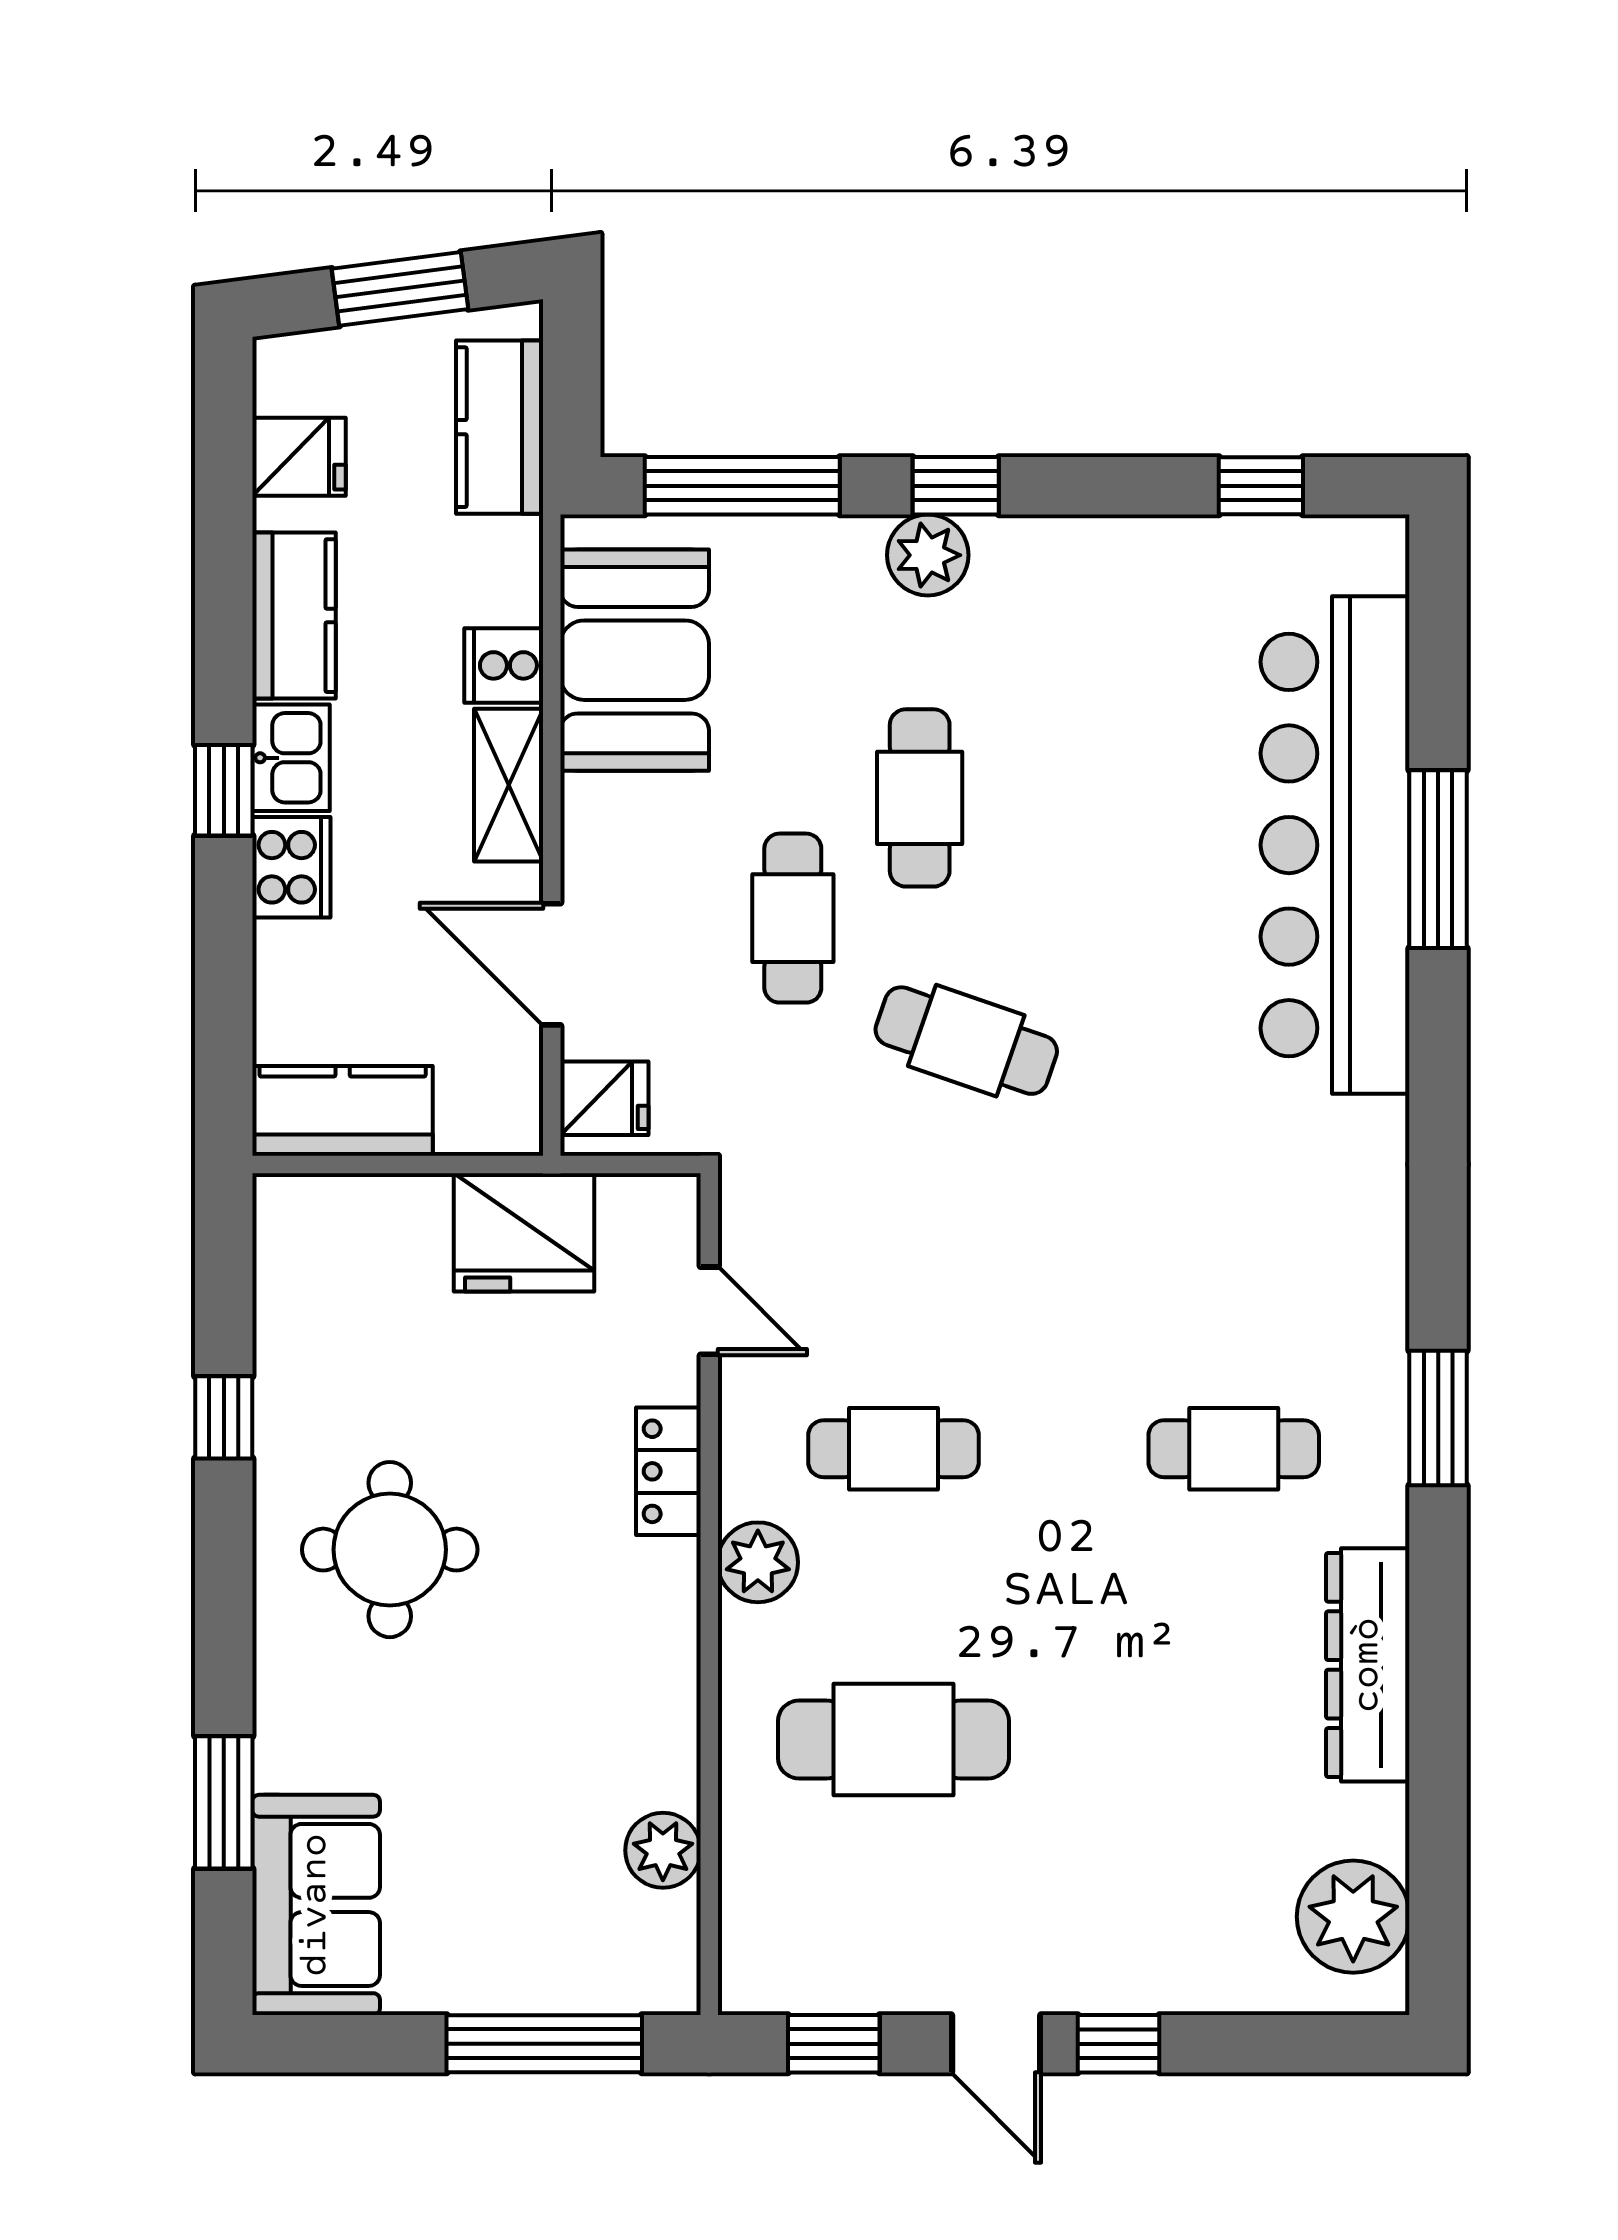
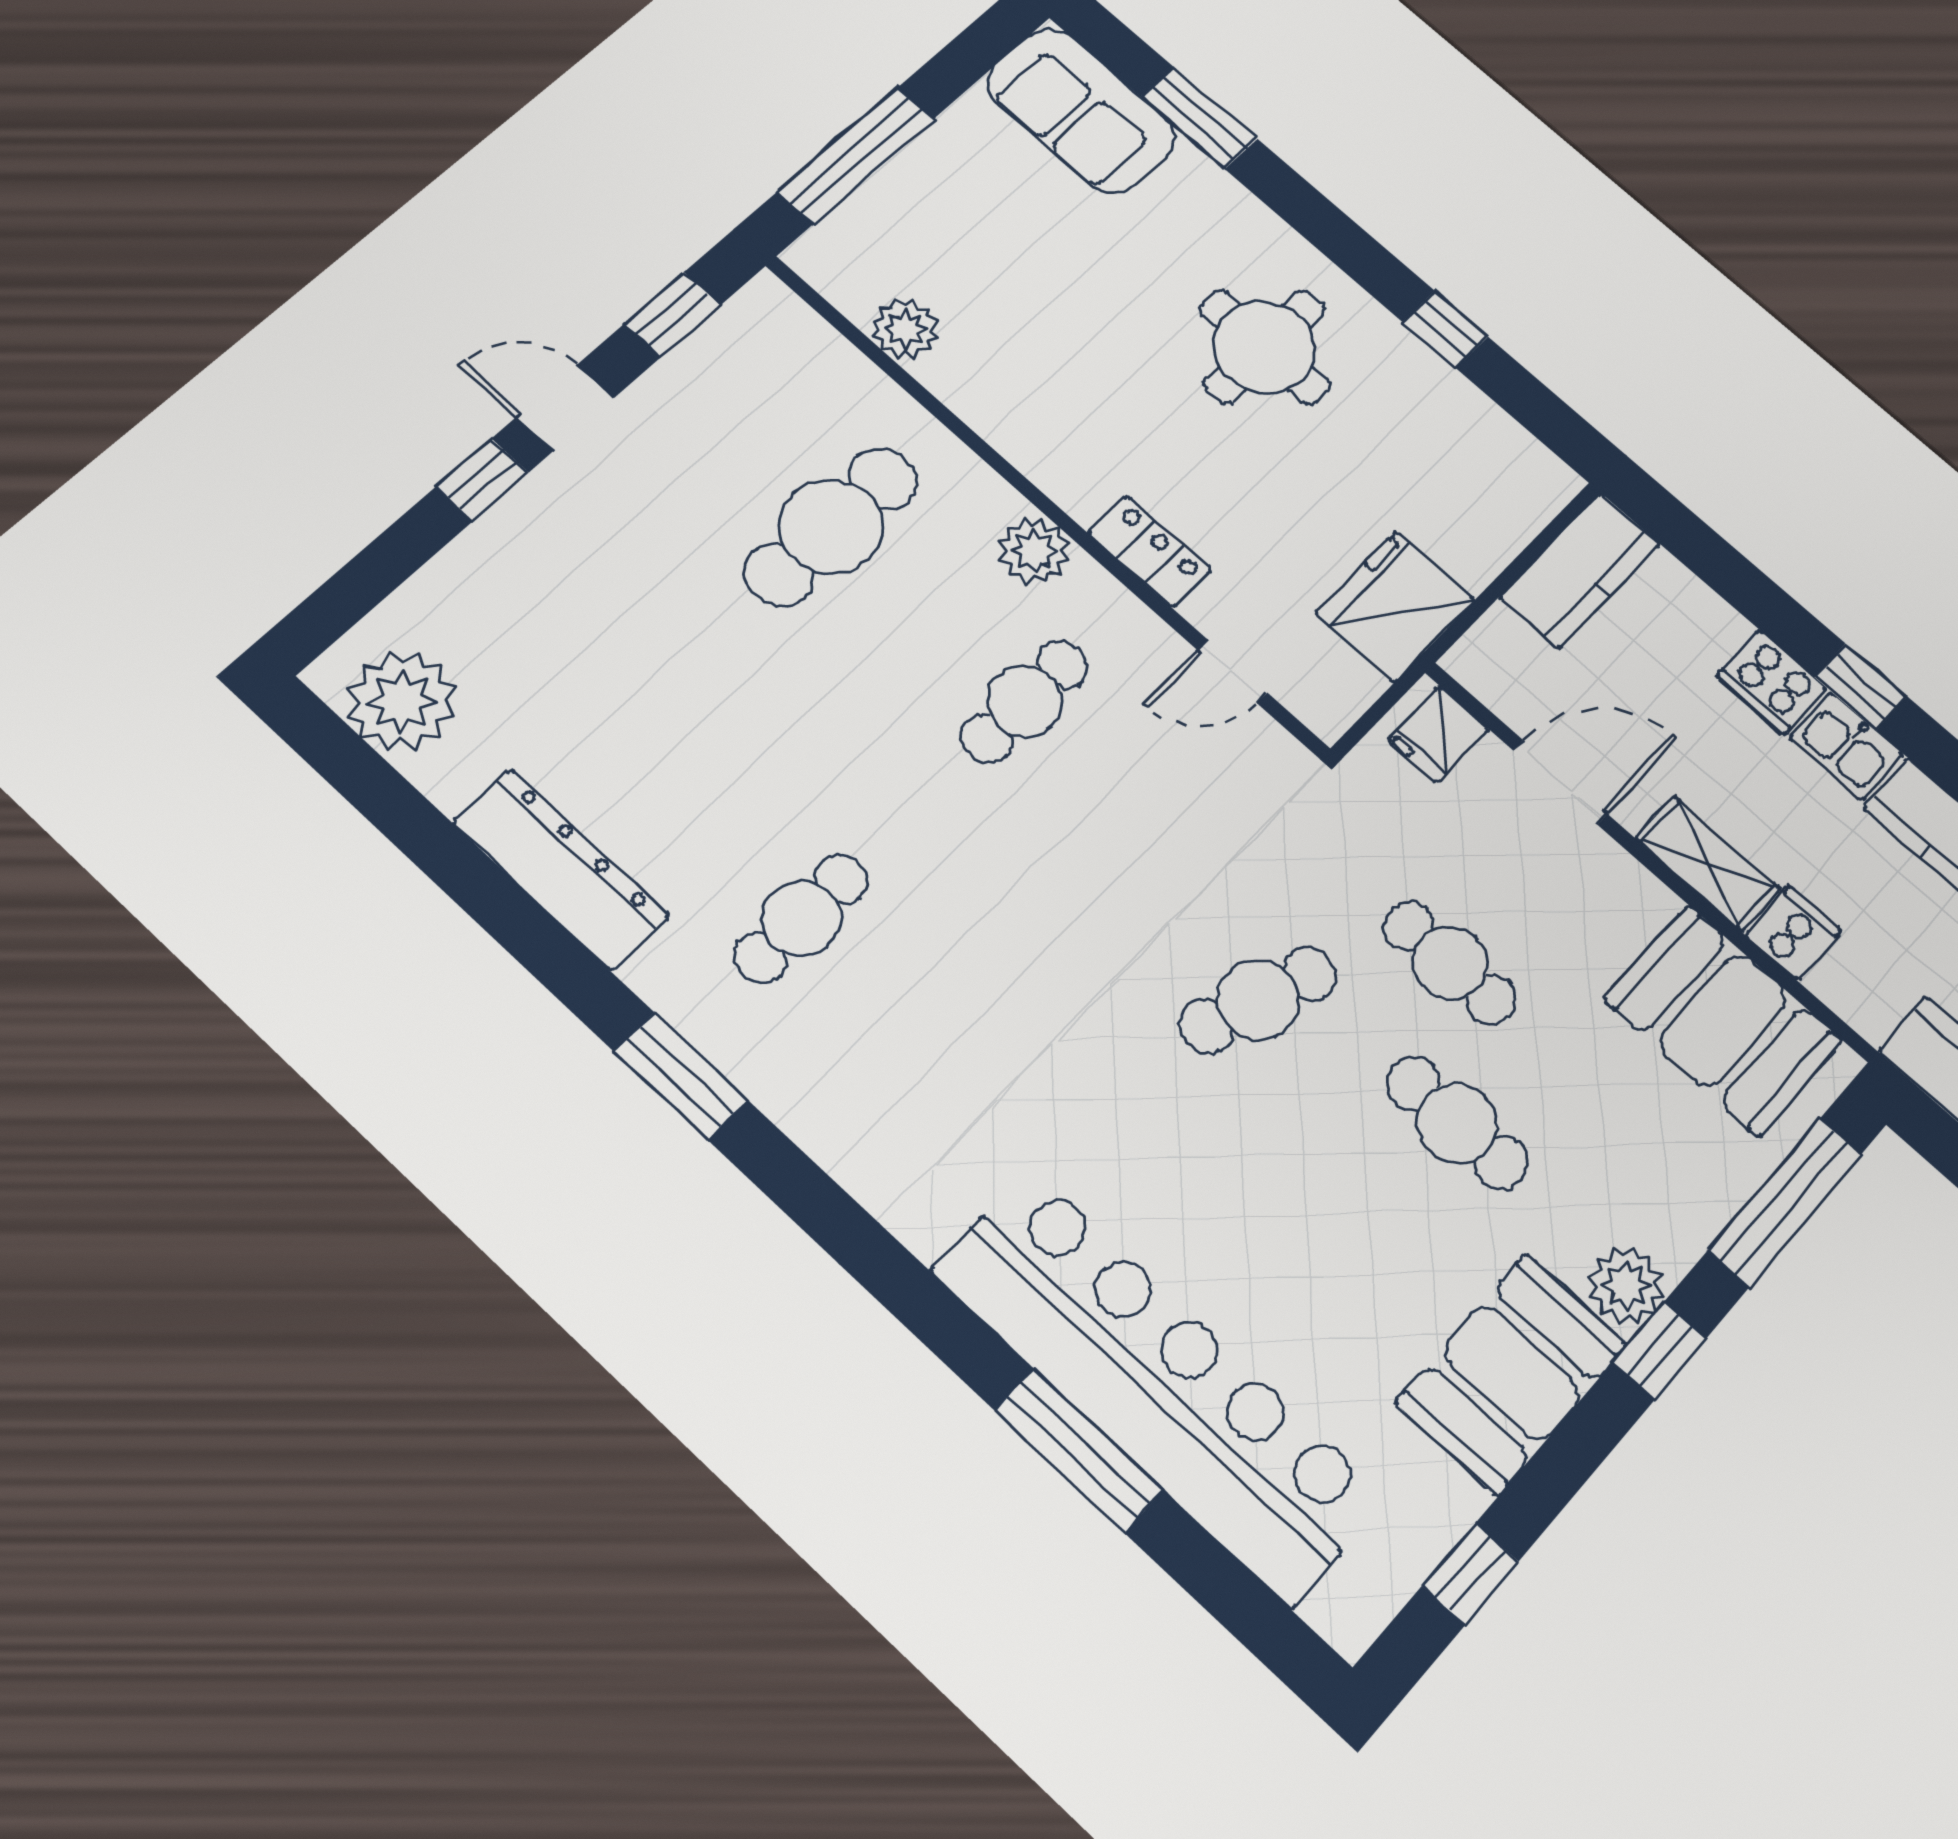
booth: (1079, 585) -> (1512, 1373), added

